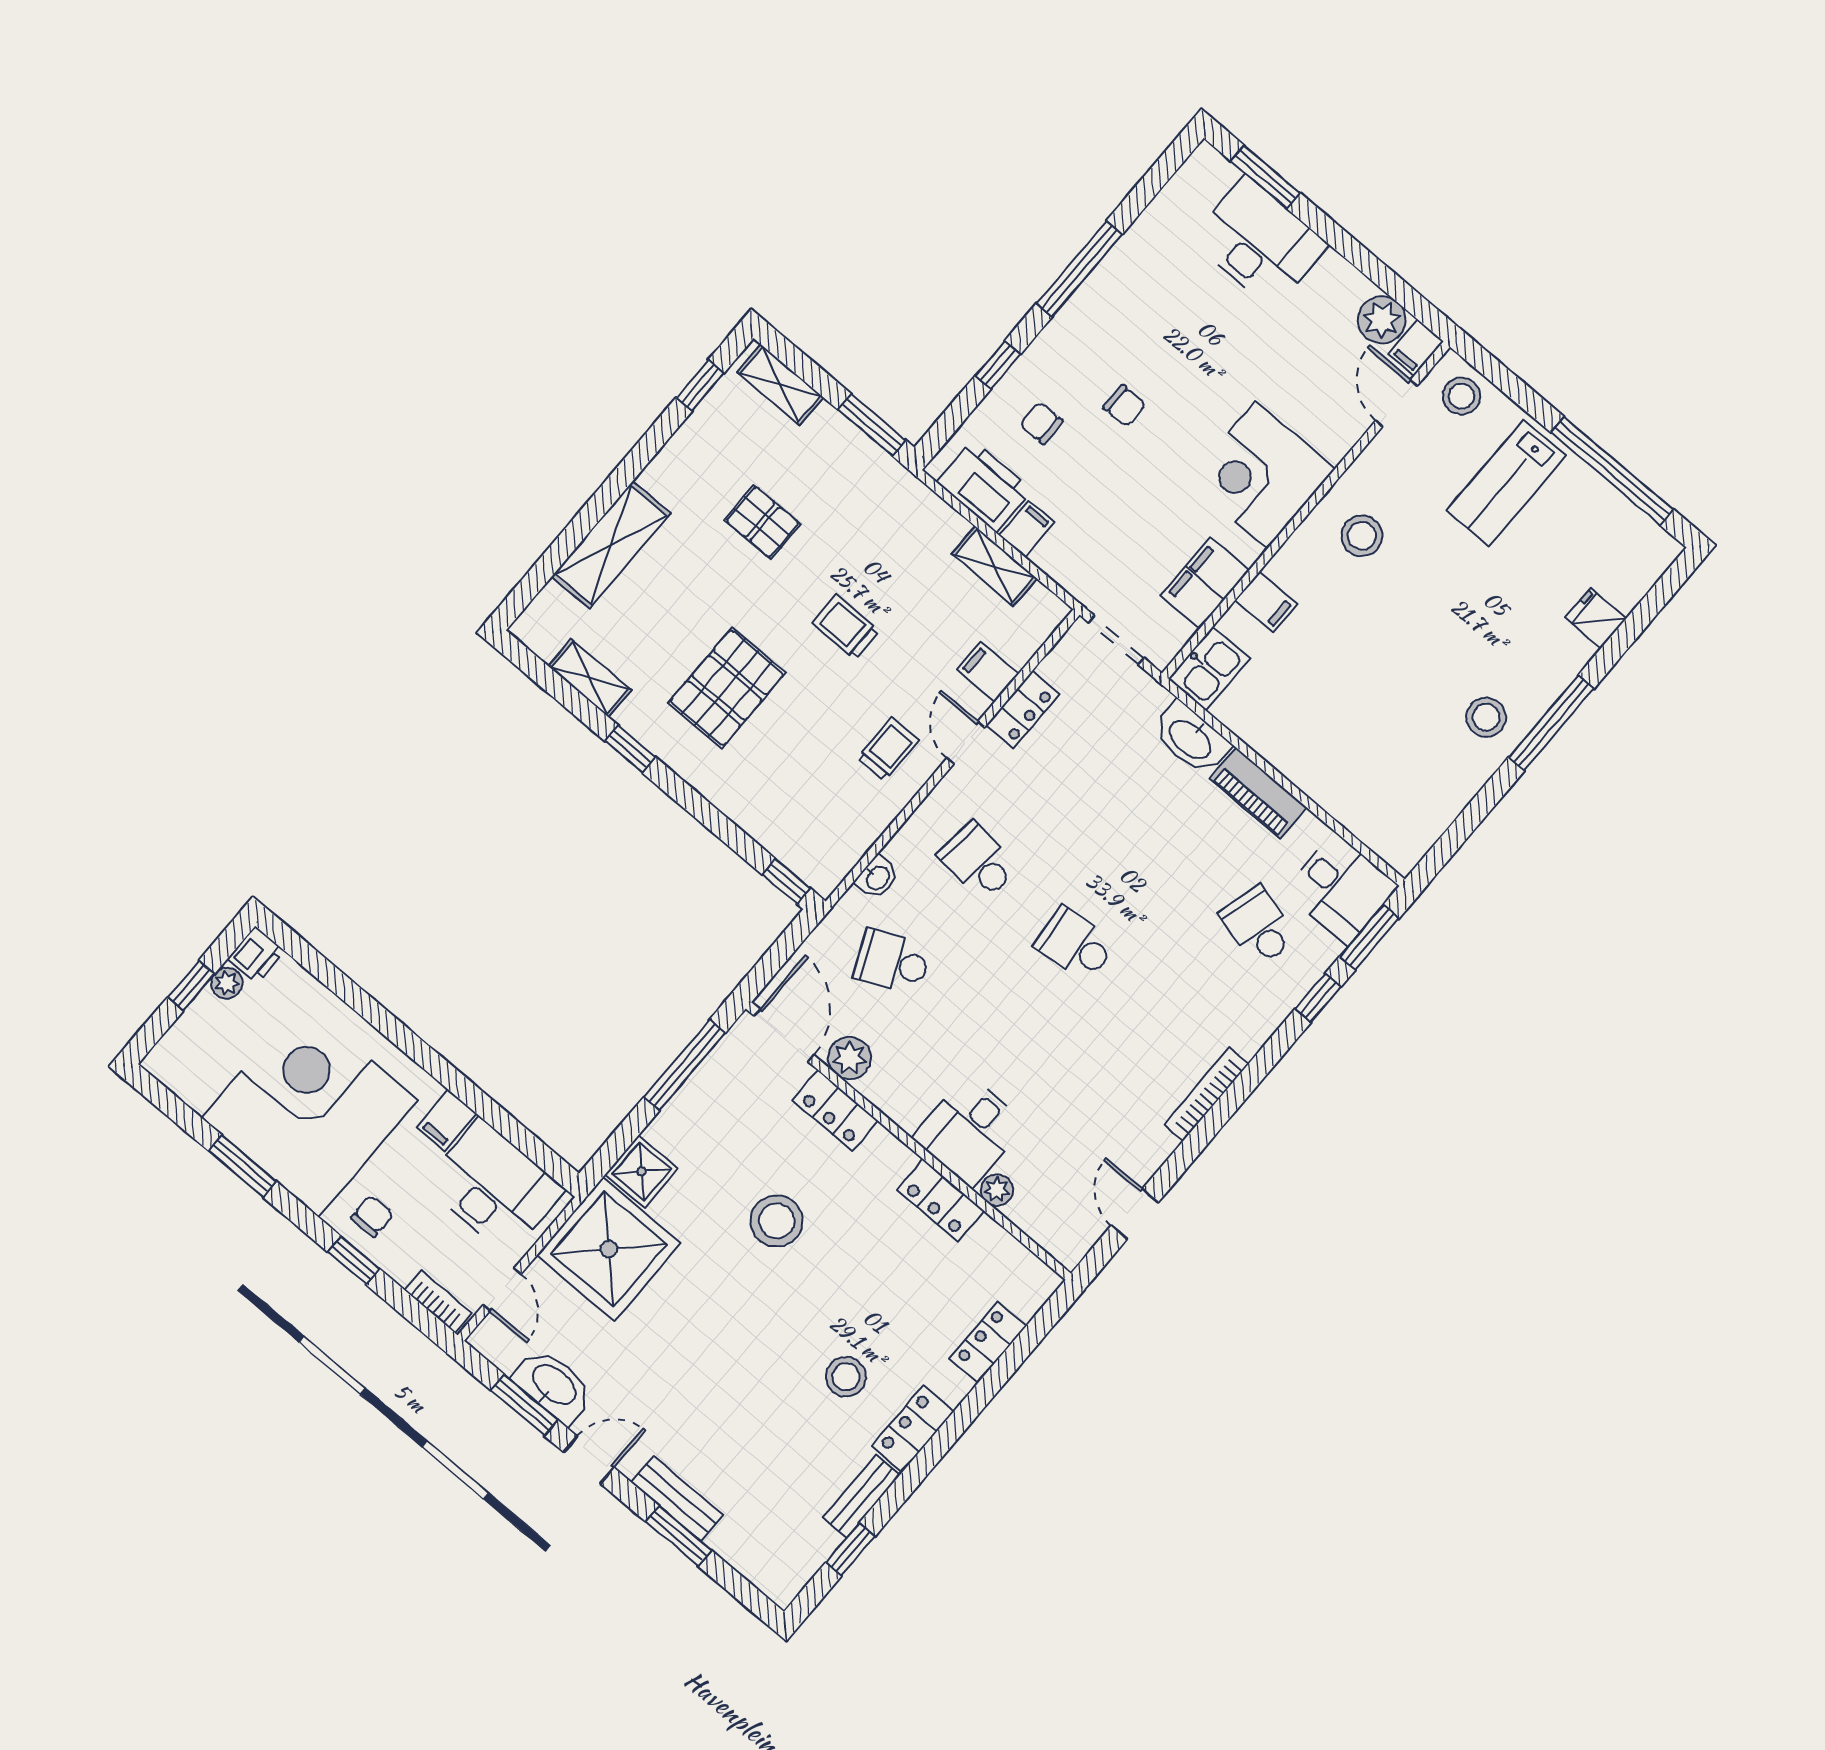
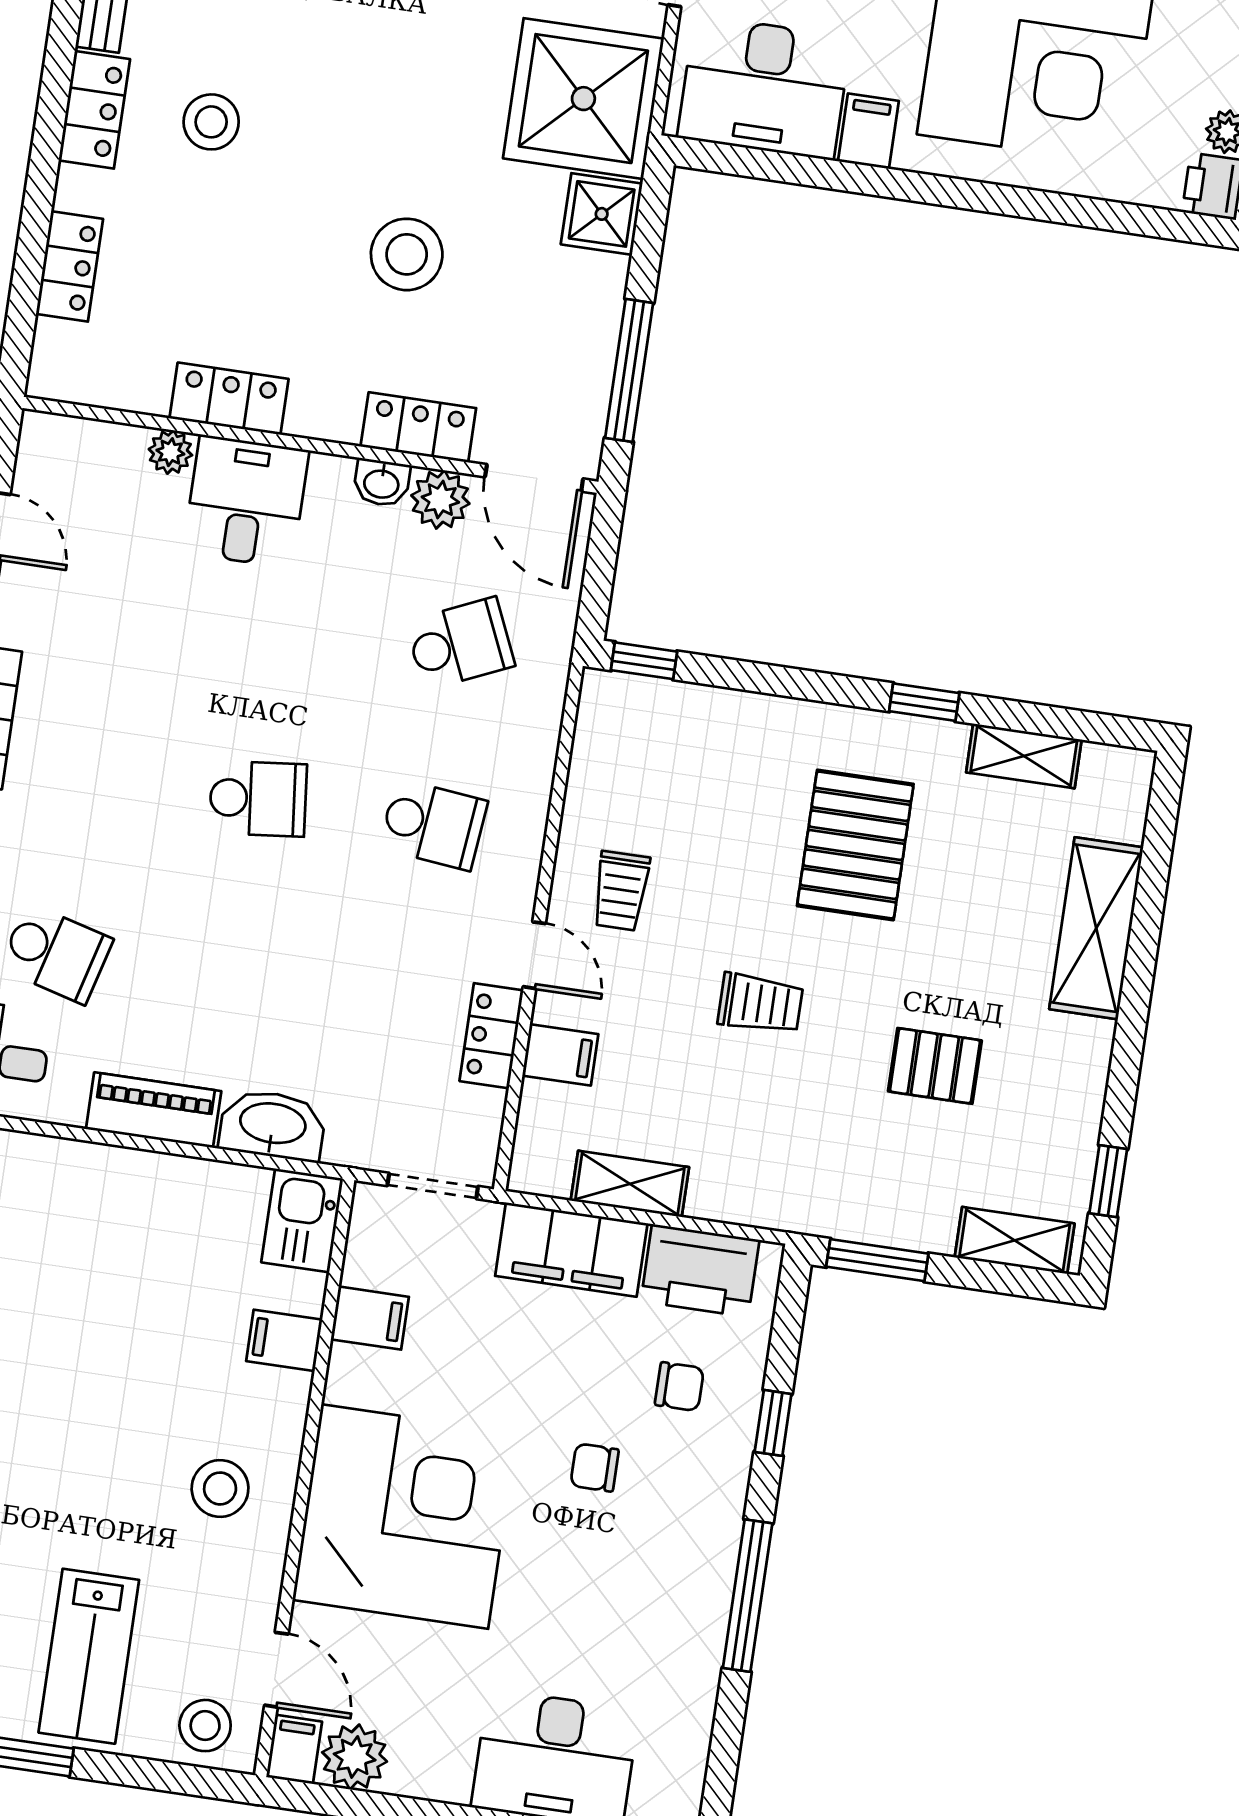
corner desk: (1262, 475) -> (405, 1516), width x1.36, depth x1.36
lab bench: (1506, 483) -> (89, 1656), turned 180
filing cabinet: (1027, 529) -> (571, 1250), width x3.00, depth x1.17
filing cabinet: (1205, 583) -> (370, 1318), width x0.50
washbasin: (877, 877) -> (382, 483), moved, turned -90

